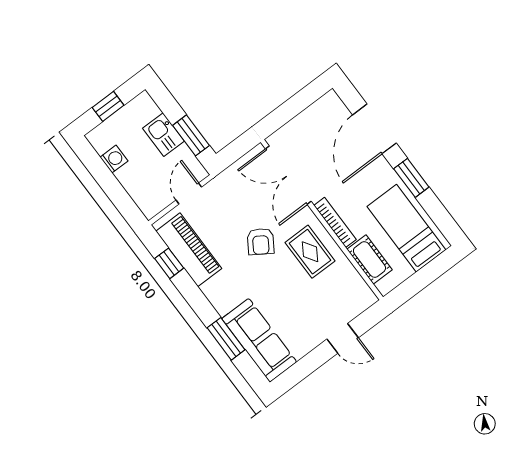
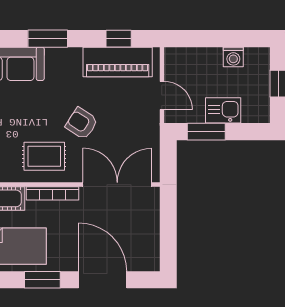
window: (226, 339) -> (48, 39), moved

